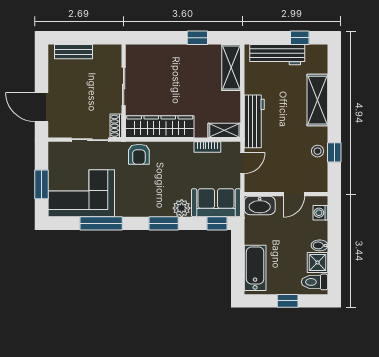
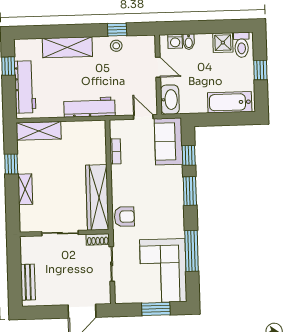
shelving: (224, 130) -> (25, 189), moved
door: (242, 163) -> (143, 117), moved
plant: (182, 208) -> (175, 174), removed
window: (217, 223) -> (189, 155), moved
bidet: (320, 245) -> (189, 42), moved

